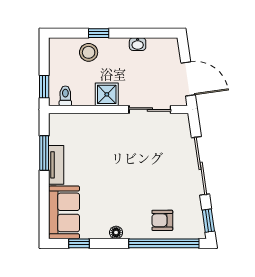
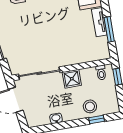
window: (99, 33) -> (97, 119), moved
sliding door: (150, 109) -> (39, 73), width x1.37

